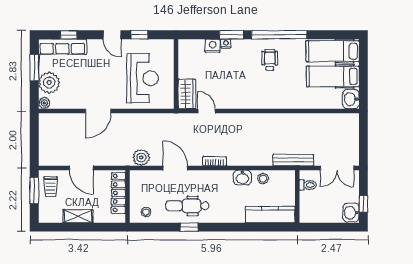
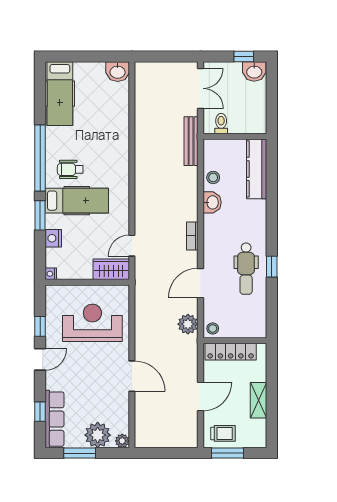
nightstand: (226, 44) -> (51, 274), moved
hospital bed: (333, 76) -> (77, 201), moved, turned -90
stool: (146, 212) -> (213, 328), moved

